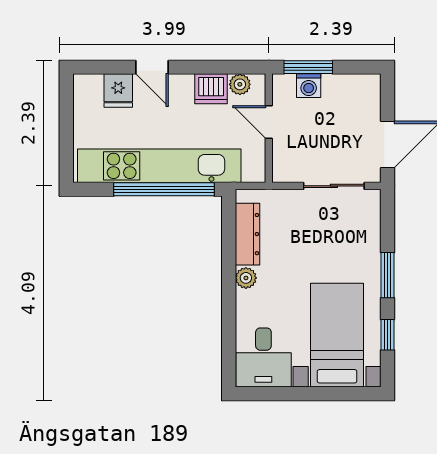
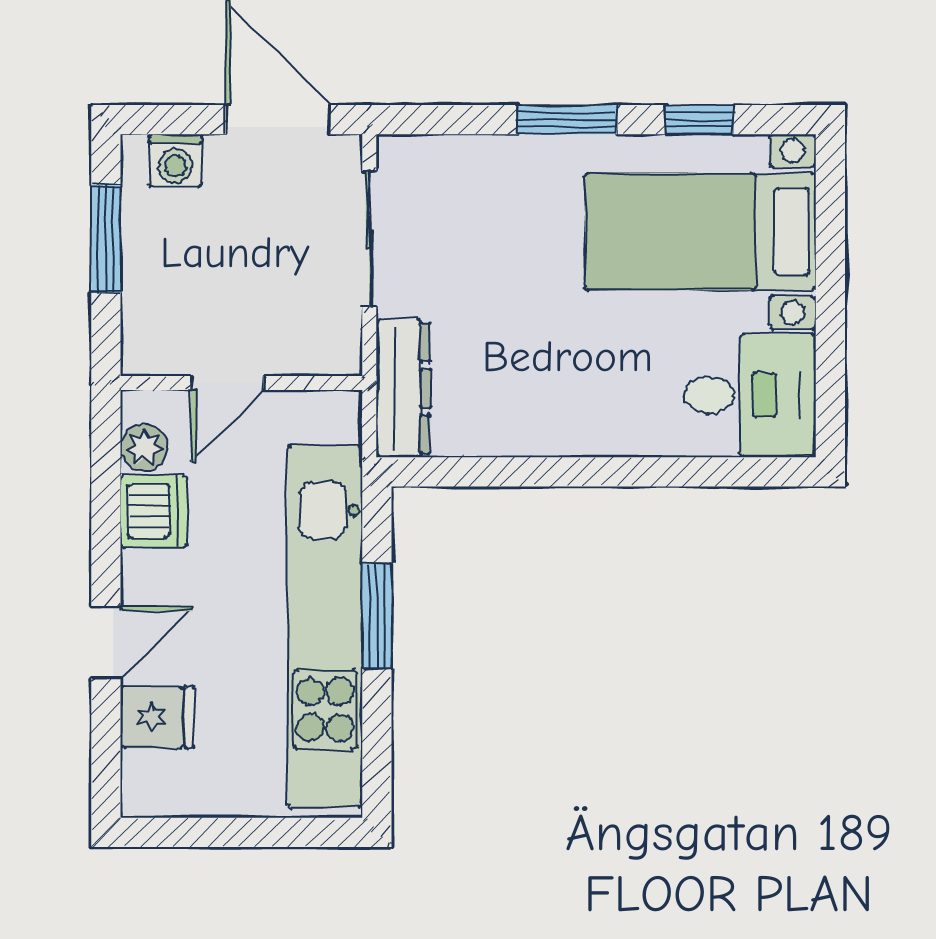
window: (308, 67) -> (106, 239), moved
washing machine: (309, 86) -> (175, 161), moved, turned 90
window: (164, 189) -> (377, 616), width x0.47
dresser: (247, 234) -> (403, 388), moved, turned 90
plant: (246, 278) -> (573, 434), removed

